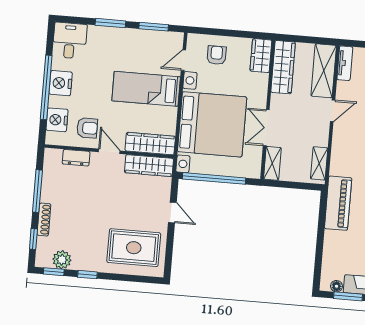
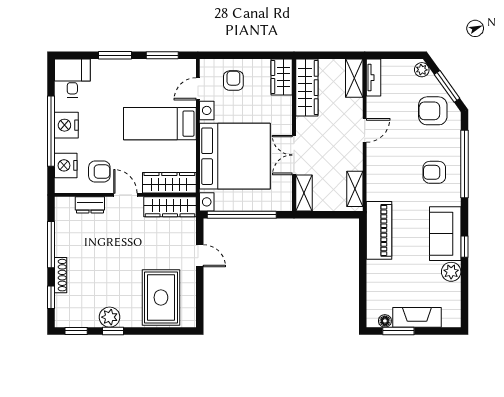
shelving: (324, 71) -> (354, 78), width x0.67, depth x0.75
rug: (134, 248) -> (161, 297), turned 90
plant: (62, 260) -> (110, 317), moved

